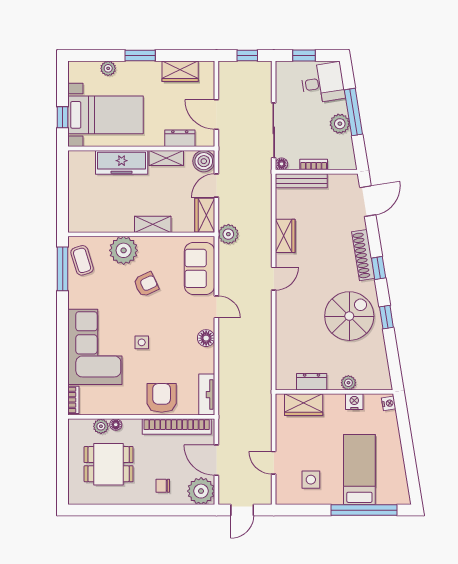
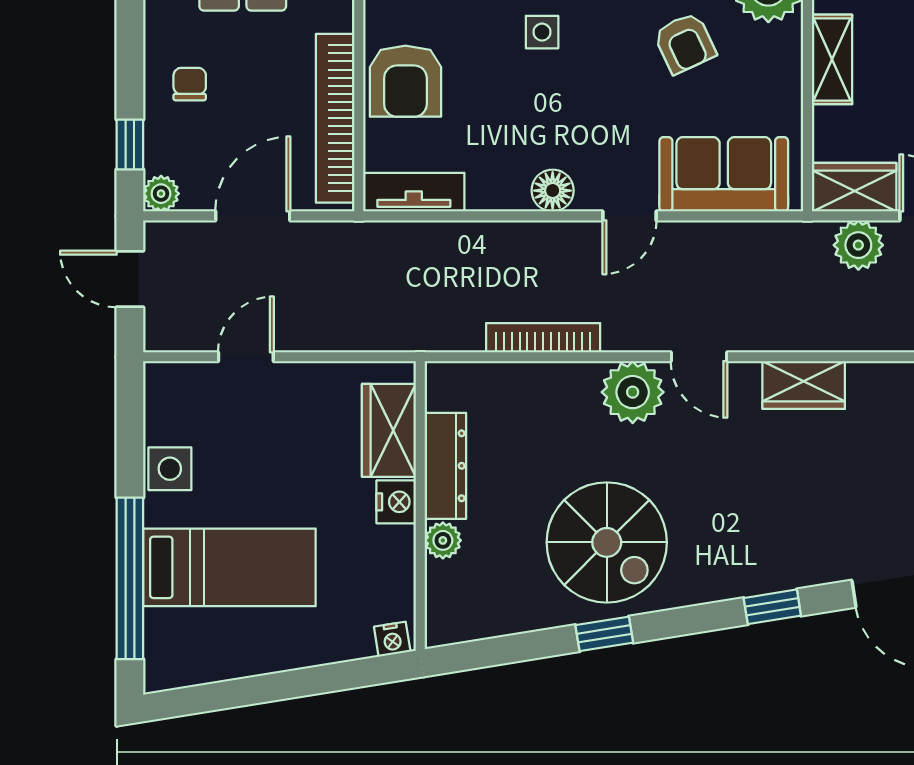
plant: (228, 234) -> (858, 245), moved
shoe rack: (363, 255) -> (757, 577), removed
window: (379, 268) -> (772, 607), moved
plant: (288, 306) -> (633, 392), added
bookcase: (266, 342) -> (543, 338), added
dresser: (312, 382) -> (445, 466), width x1.44
armchair: (162, 398) -> (405, 81), turned 90
nightstand: (354, 402) -> (396, 502), moved
side table: (311, 480) -> (170, 469), moved
plant: (201, 491) -> (161, 194), width x0.53, depth x0.53
window: (187, 510) -> (130, 144), added

